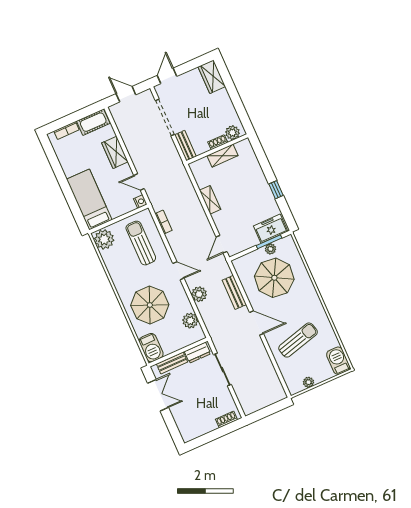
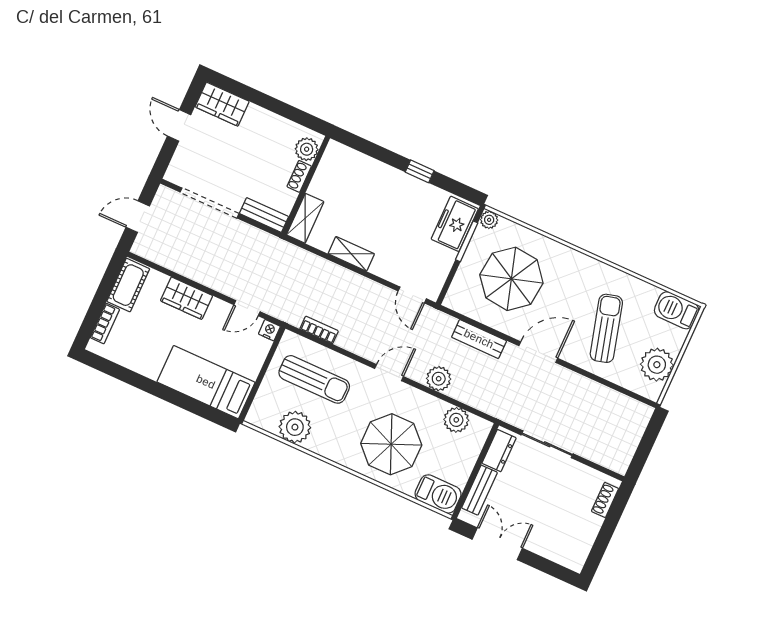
door: (167, 76) -> (179, 125), moved
shelving: (222, 156) -> (305, 218), moved
plant: (104, 239) -> (295, 427), moved
sun lounger: (141, 243) -> (314, 379), turned 180
plant: (270, 249) -> (489, 220), moved
plant: (308, 382) -> (657, 365), width x1.88, depth x1.88

